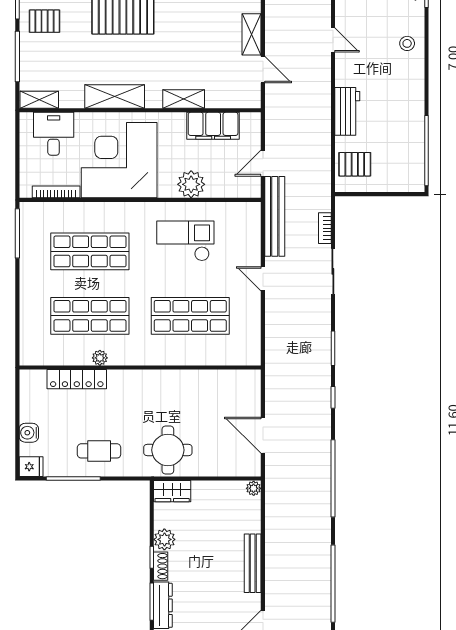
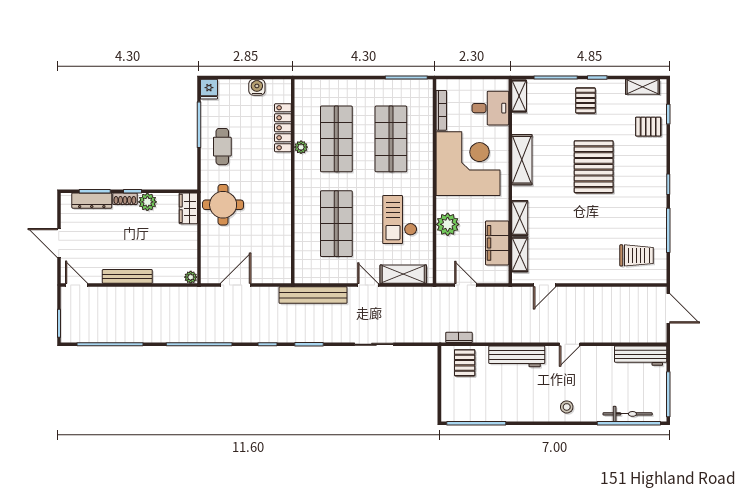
shelving: (252, 34) -> (520, 254), moved, turned 90
workbench: (347, 111) -> (517, 356), width x1.37
bench: (275, 216) -> (313, 295), moved
bookcase: (325, 228) -> (459, 337), moved
shelving: (250, 237) -> (403, 274), added
checkout: (185, 241) -> (400, 220), turned 180
door: (263, 279) -> (368, 285), hinge flipped
water cooler: (29, 433) -> (257, 87), moved

